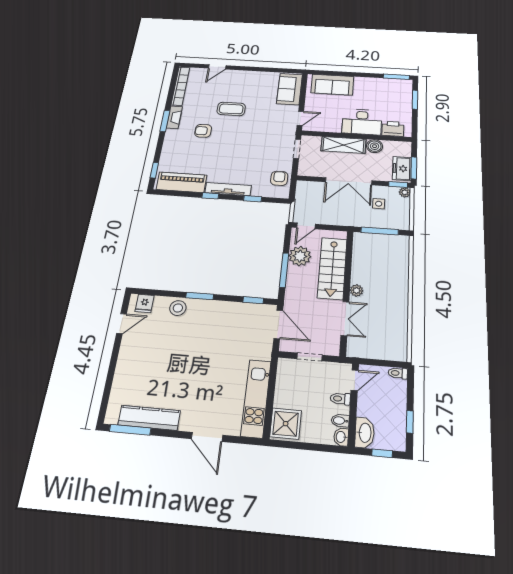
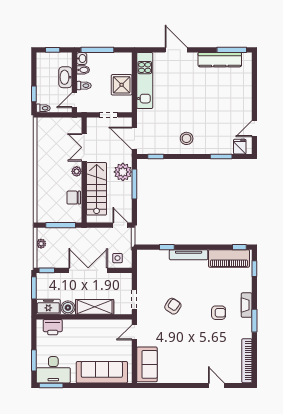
door: (217, 67) -> (216, 386), hinge flipped
sofa: (332, 85) -> (102, 372), width x1.36
coffee table: (231, 109) -> (197, 338), removed
fireplace: (174, 117) -> (247, 305), moved
desk: (362, 122) -> (53, 370), moved, turned 180
freezer: (402, 169) -> (48, 307), moved, turned -90
armchair: (279, 178) -> (173, 306), moved, turned -146
plant: (405, 192) -> (41, 244), moved
window: (210, 196) -> (239, 247), moved
side table: (379, 204) -> (117, 258), moved
door: (306, 226) -> (120, 225), hinge flipped
plant: (300, 256) -> (123, 172), moved
chair: (362, 260) -> (74, 198), added
window: (200, 296) -> (221, 156), moved
stool: (178, 308) -> (187, 138), moved
window: (410, 422) -> (34, 94), moved
shower: (286, 424) -> (122, 85), moved
washbasin: (365, 433) -> (65, 77), moved
window: (318, 447) -> (97, 50), added

